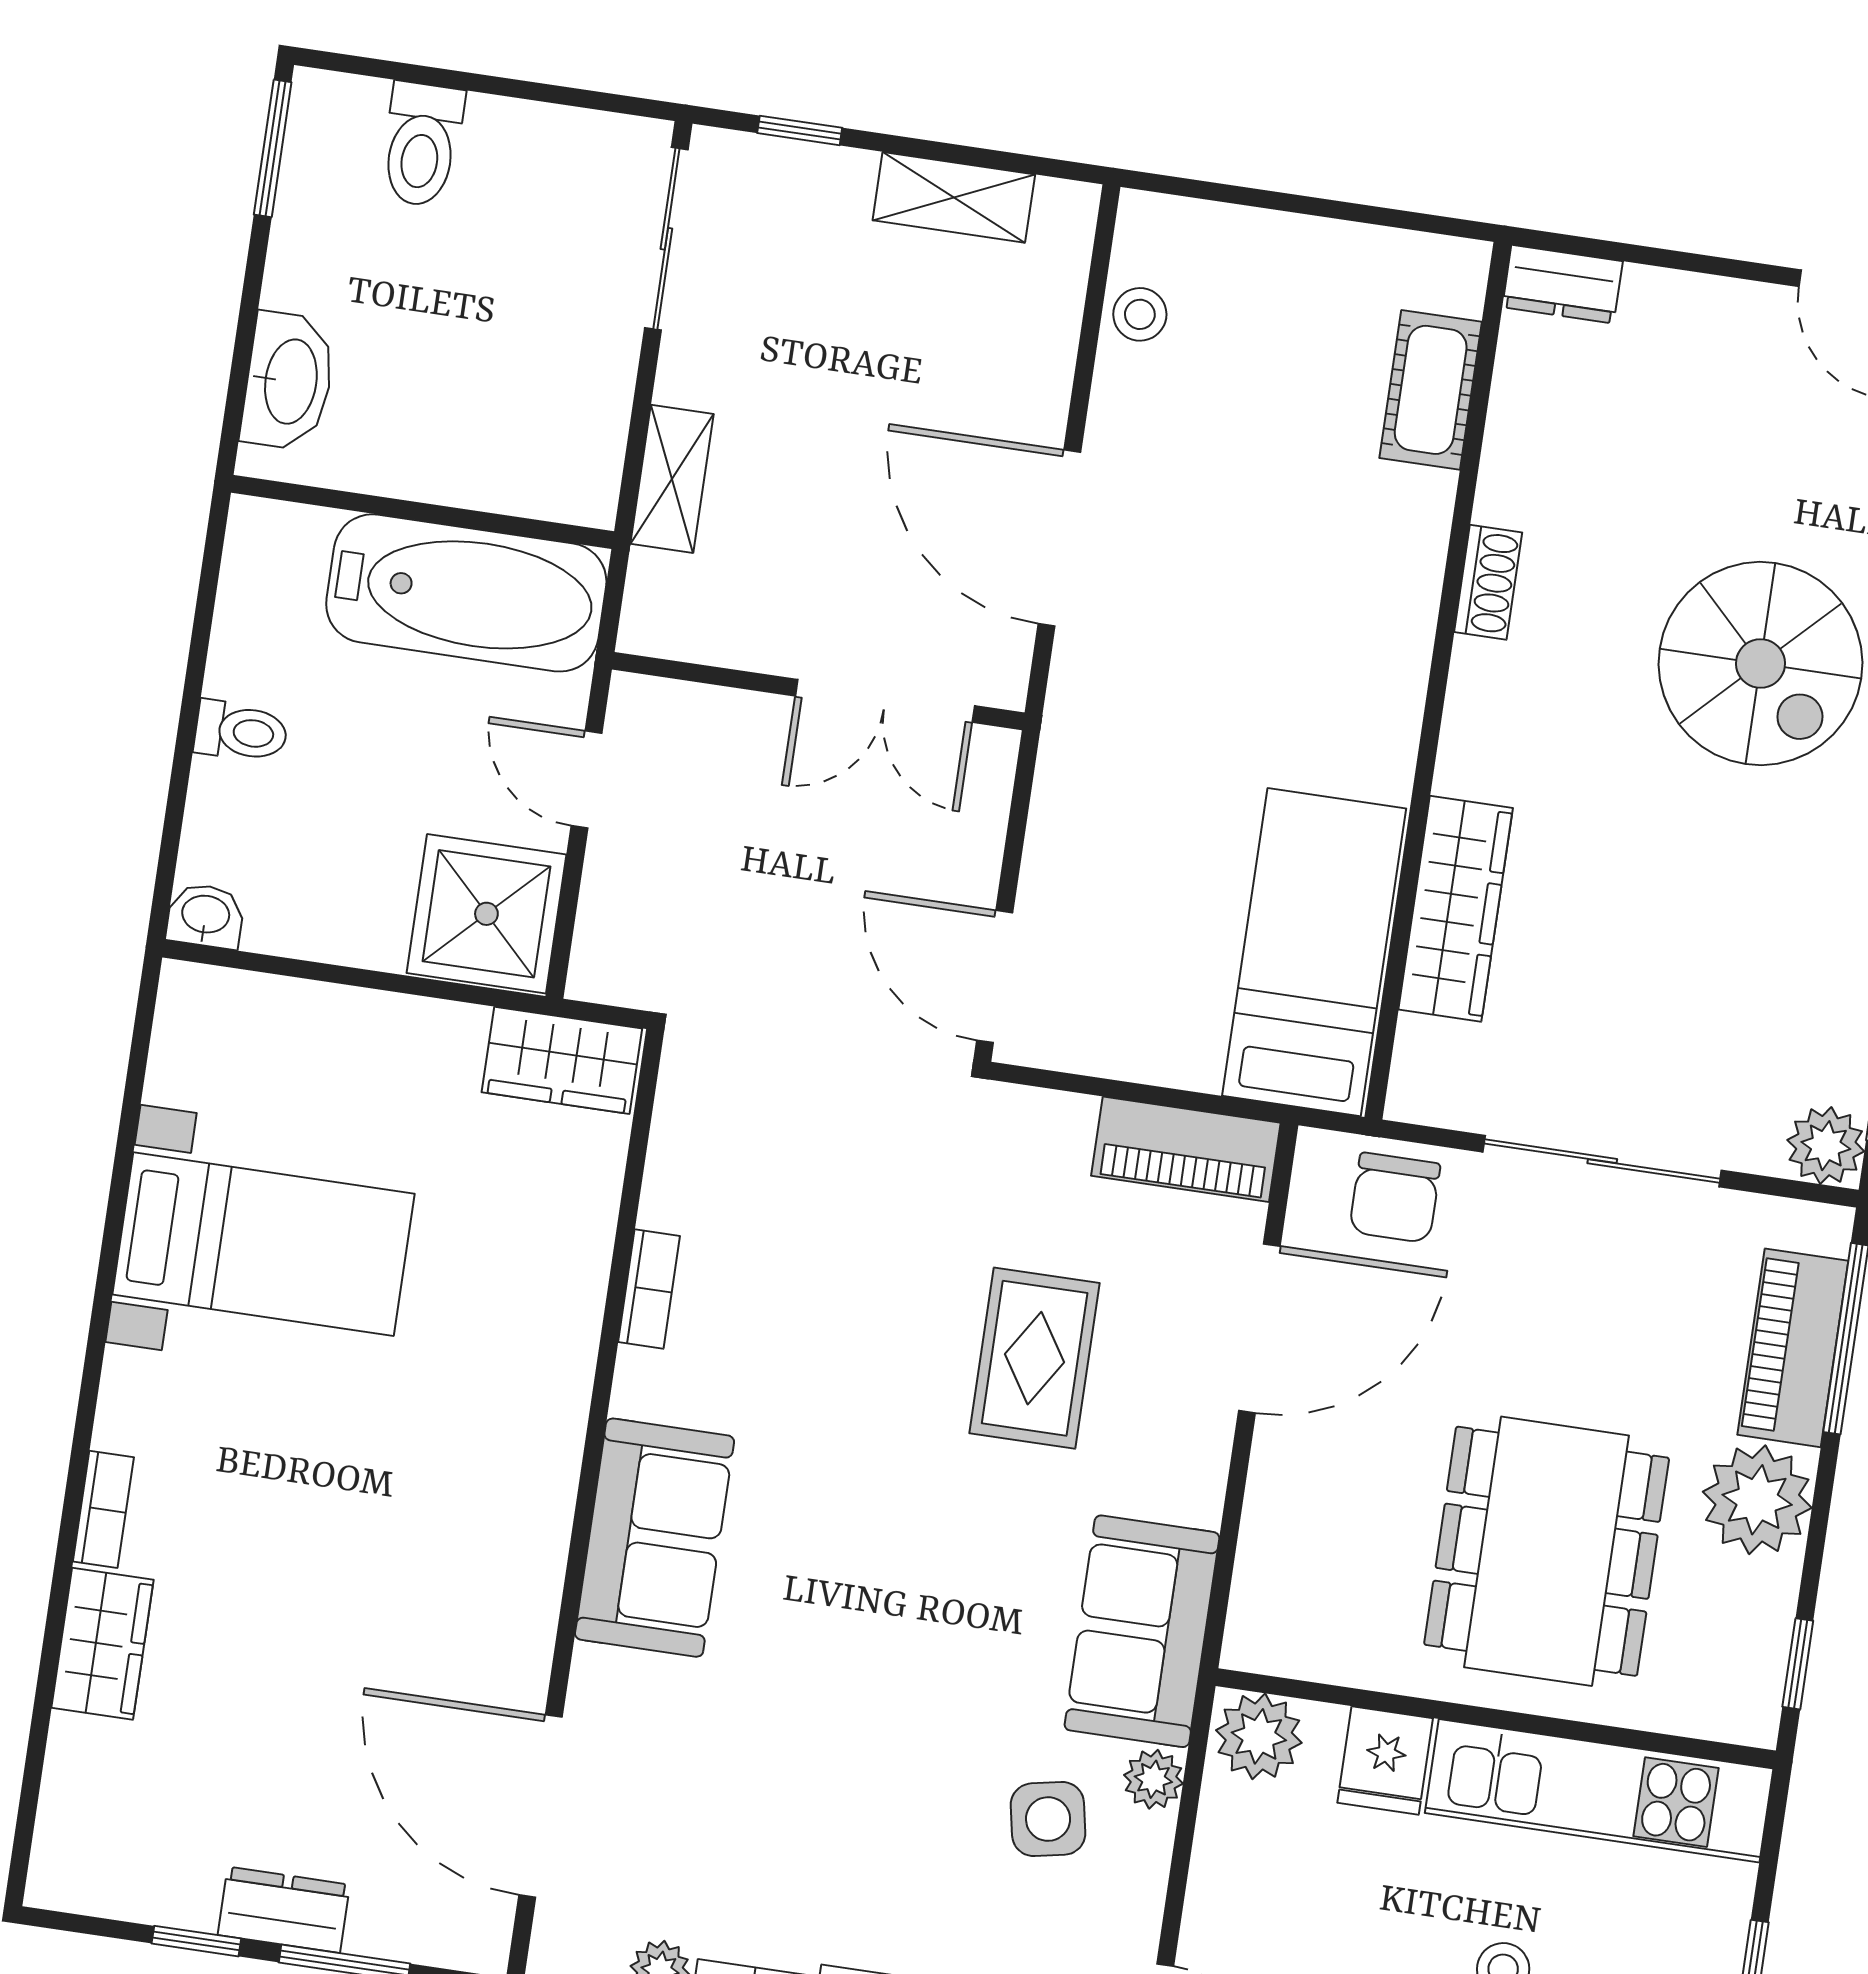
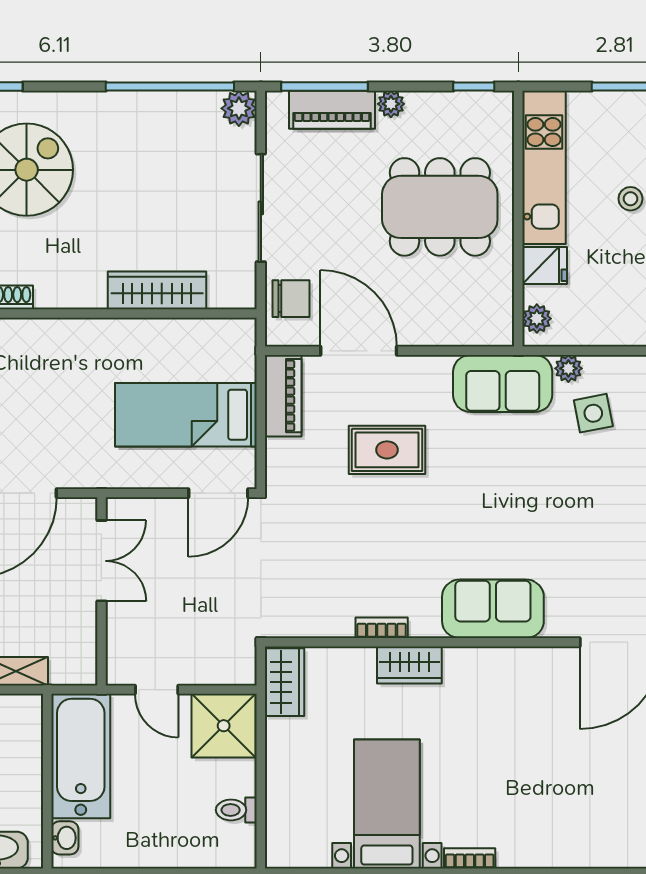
toilet: (241, 732) -> (236, 810), moved, turned -90
door: (587, 780) -> (157, 690), hinge flipped
washbasin: (205, 916) -> (65, 838), moved, turned 180
bed: (1314, 952) -> (186, 415), moved
plant: (1757, 1500) -> (391, 104), width x0.53, depth x0.53
bookcase: (103, 1509) -> (470, 858), moved
wardrobe: (102, 1644) -> (409, 665), moved, turned 180
plant: (1259, 1736) -> (537, 319), width x0.73, depth x0.73

